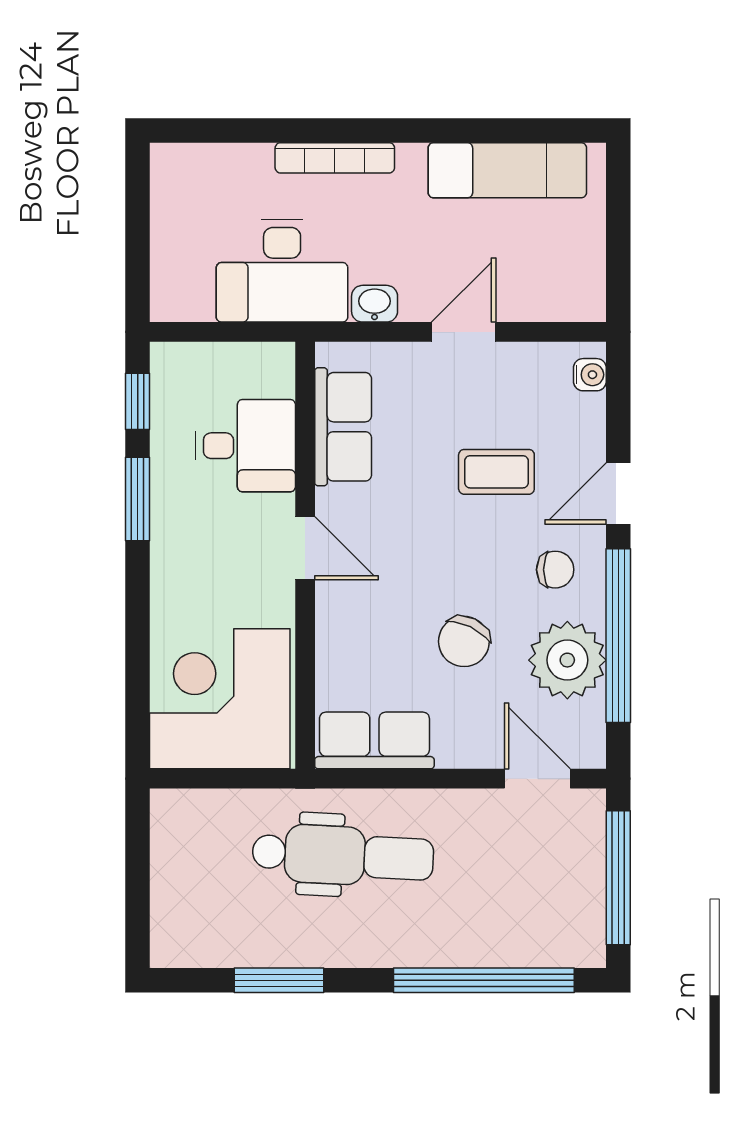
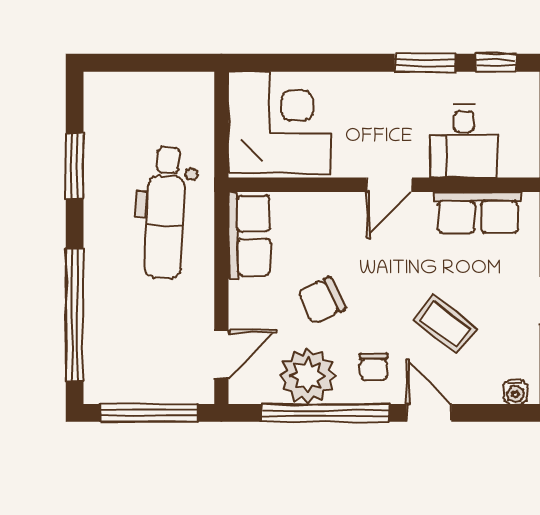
coffee table: (496, 472) -> (445, 324), turned -52
chair: (464, 641) -> (321, 300), turned -51

